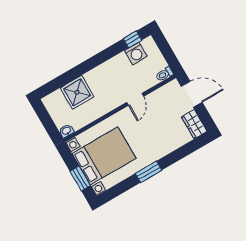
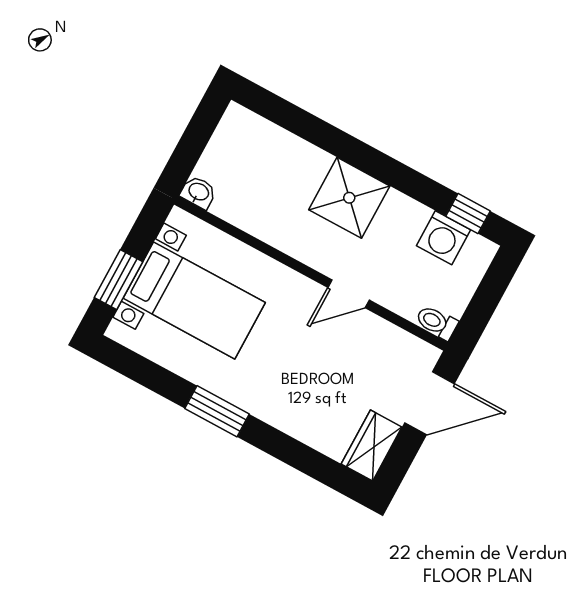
shower: (77, 92) -> (349, 198), moved
door: (192, 94) -> (430, 403), hinge flipped
bed with nightstands: (104, 156) -> (194, 300), width x0.73

